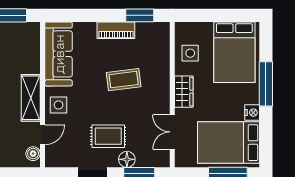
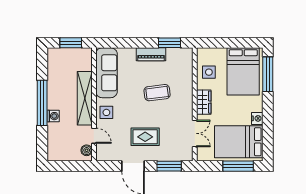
window: (266, 84) -> (268, 74), moved
shelving: (31, 98) -> (85, 98), width x1.47
double door: (172, 132) -> (195, 133), swing flipped
door: (42, 135) -> (94, 136), hinge flipped
floor lamp: (127, 159) -> (160, 155), removed

